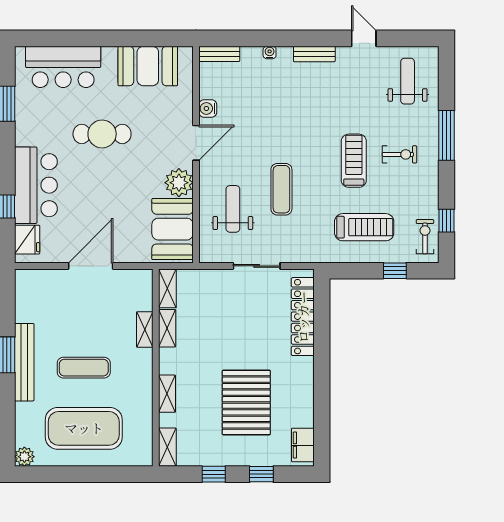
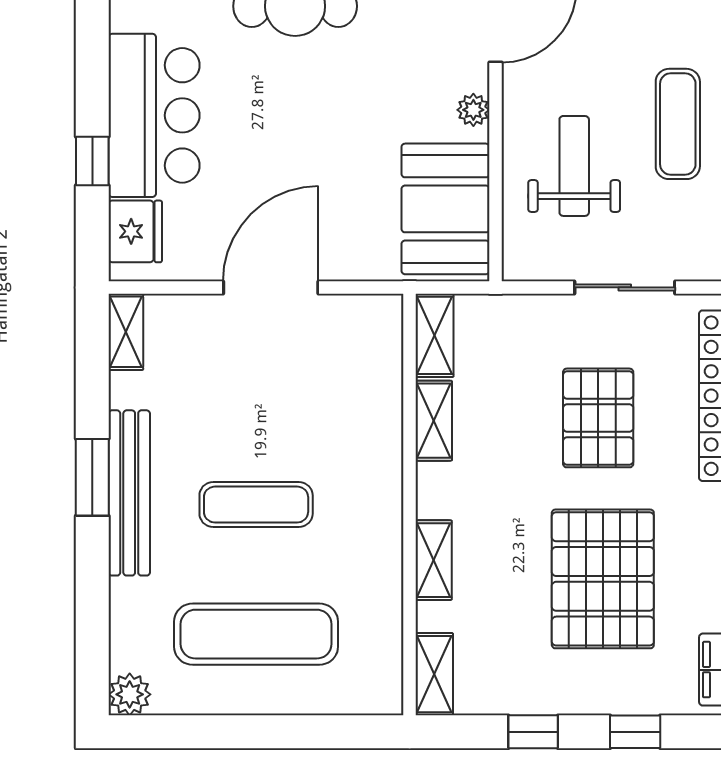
plant: (179, 183) -> (473, 110), width x0.53, depth x0.53
pallet: (244, 327) -> (598, 418), added
shelving: (145, 329) -> (126, 332), moved
exercise mat: (84, 428) -> (256, 634), width x0.68

